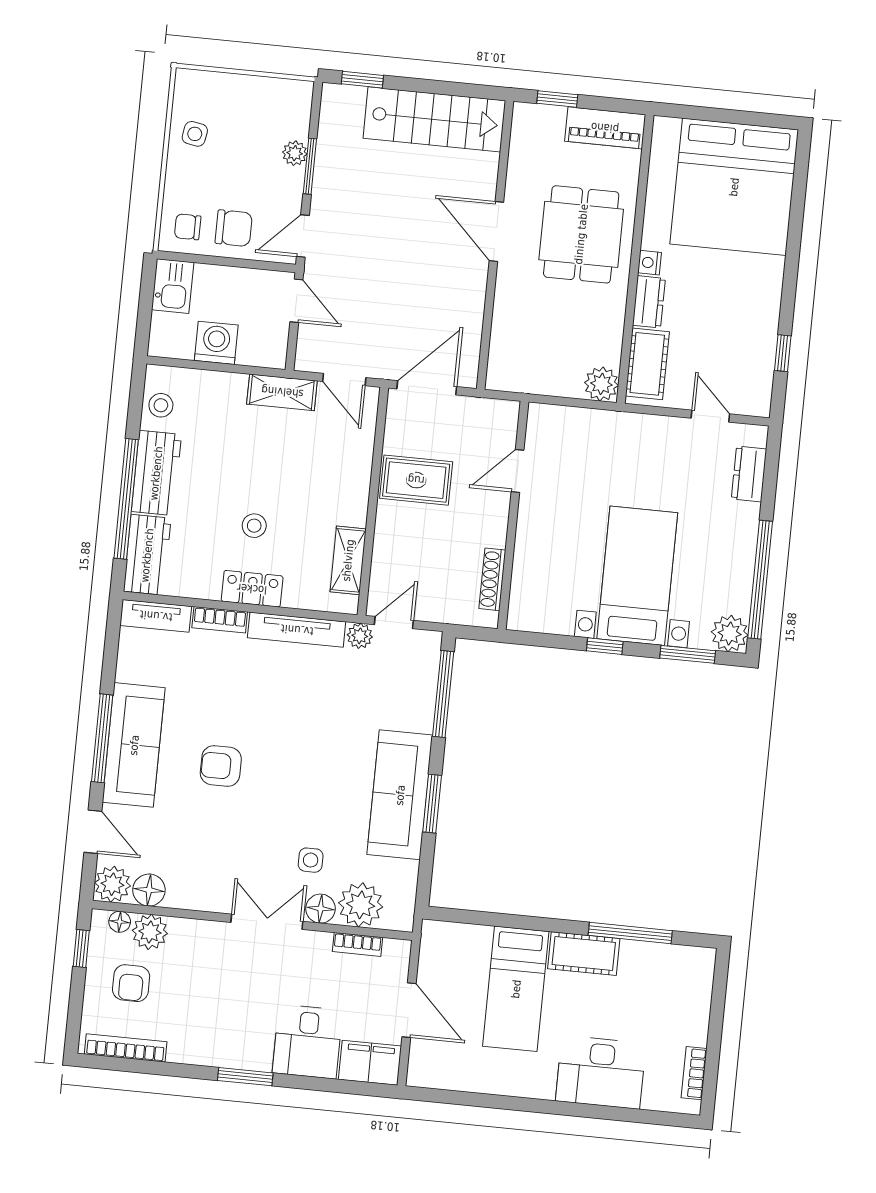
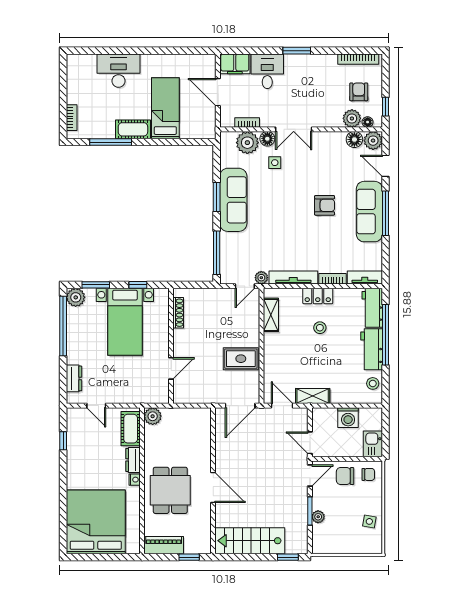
door: (517, 471) -> (171, 368), moved
wall: (513, 515) -> (171, 346), moved
shoe rack: (492, 579) -> (178, 313), moved
bookcase: (694, 1073) -> (72, 118), moved

